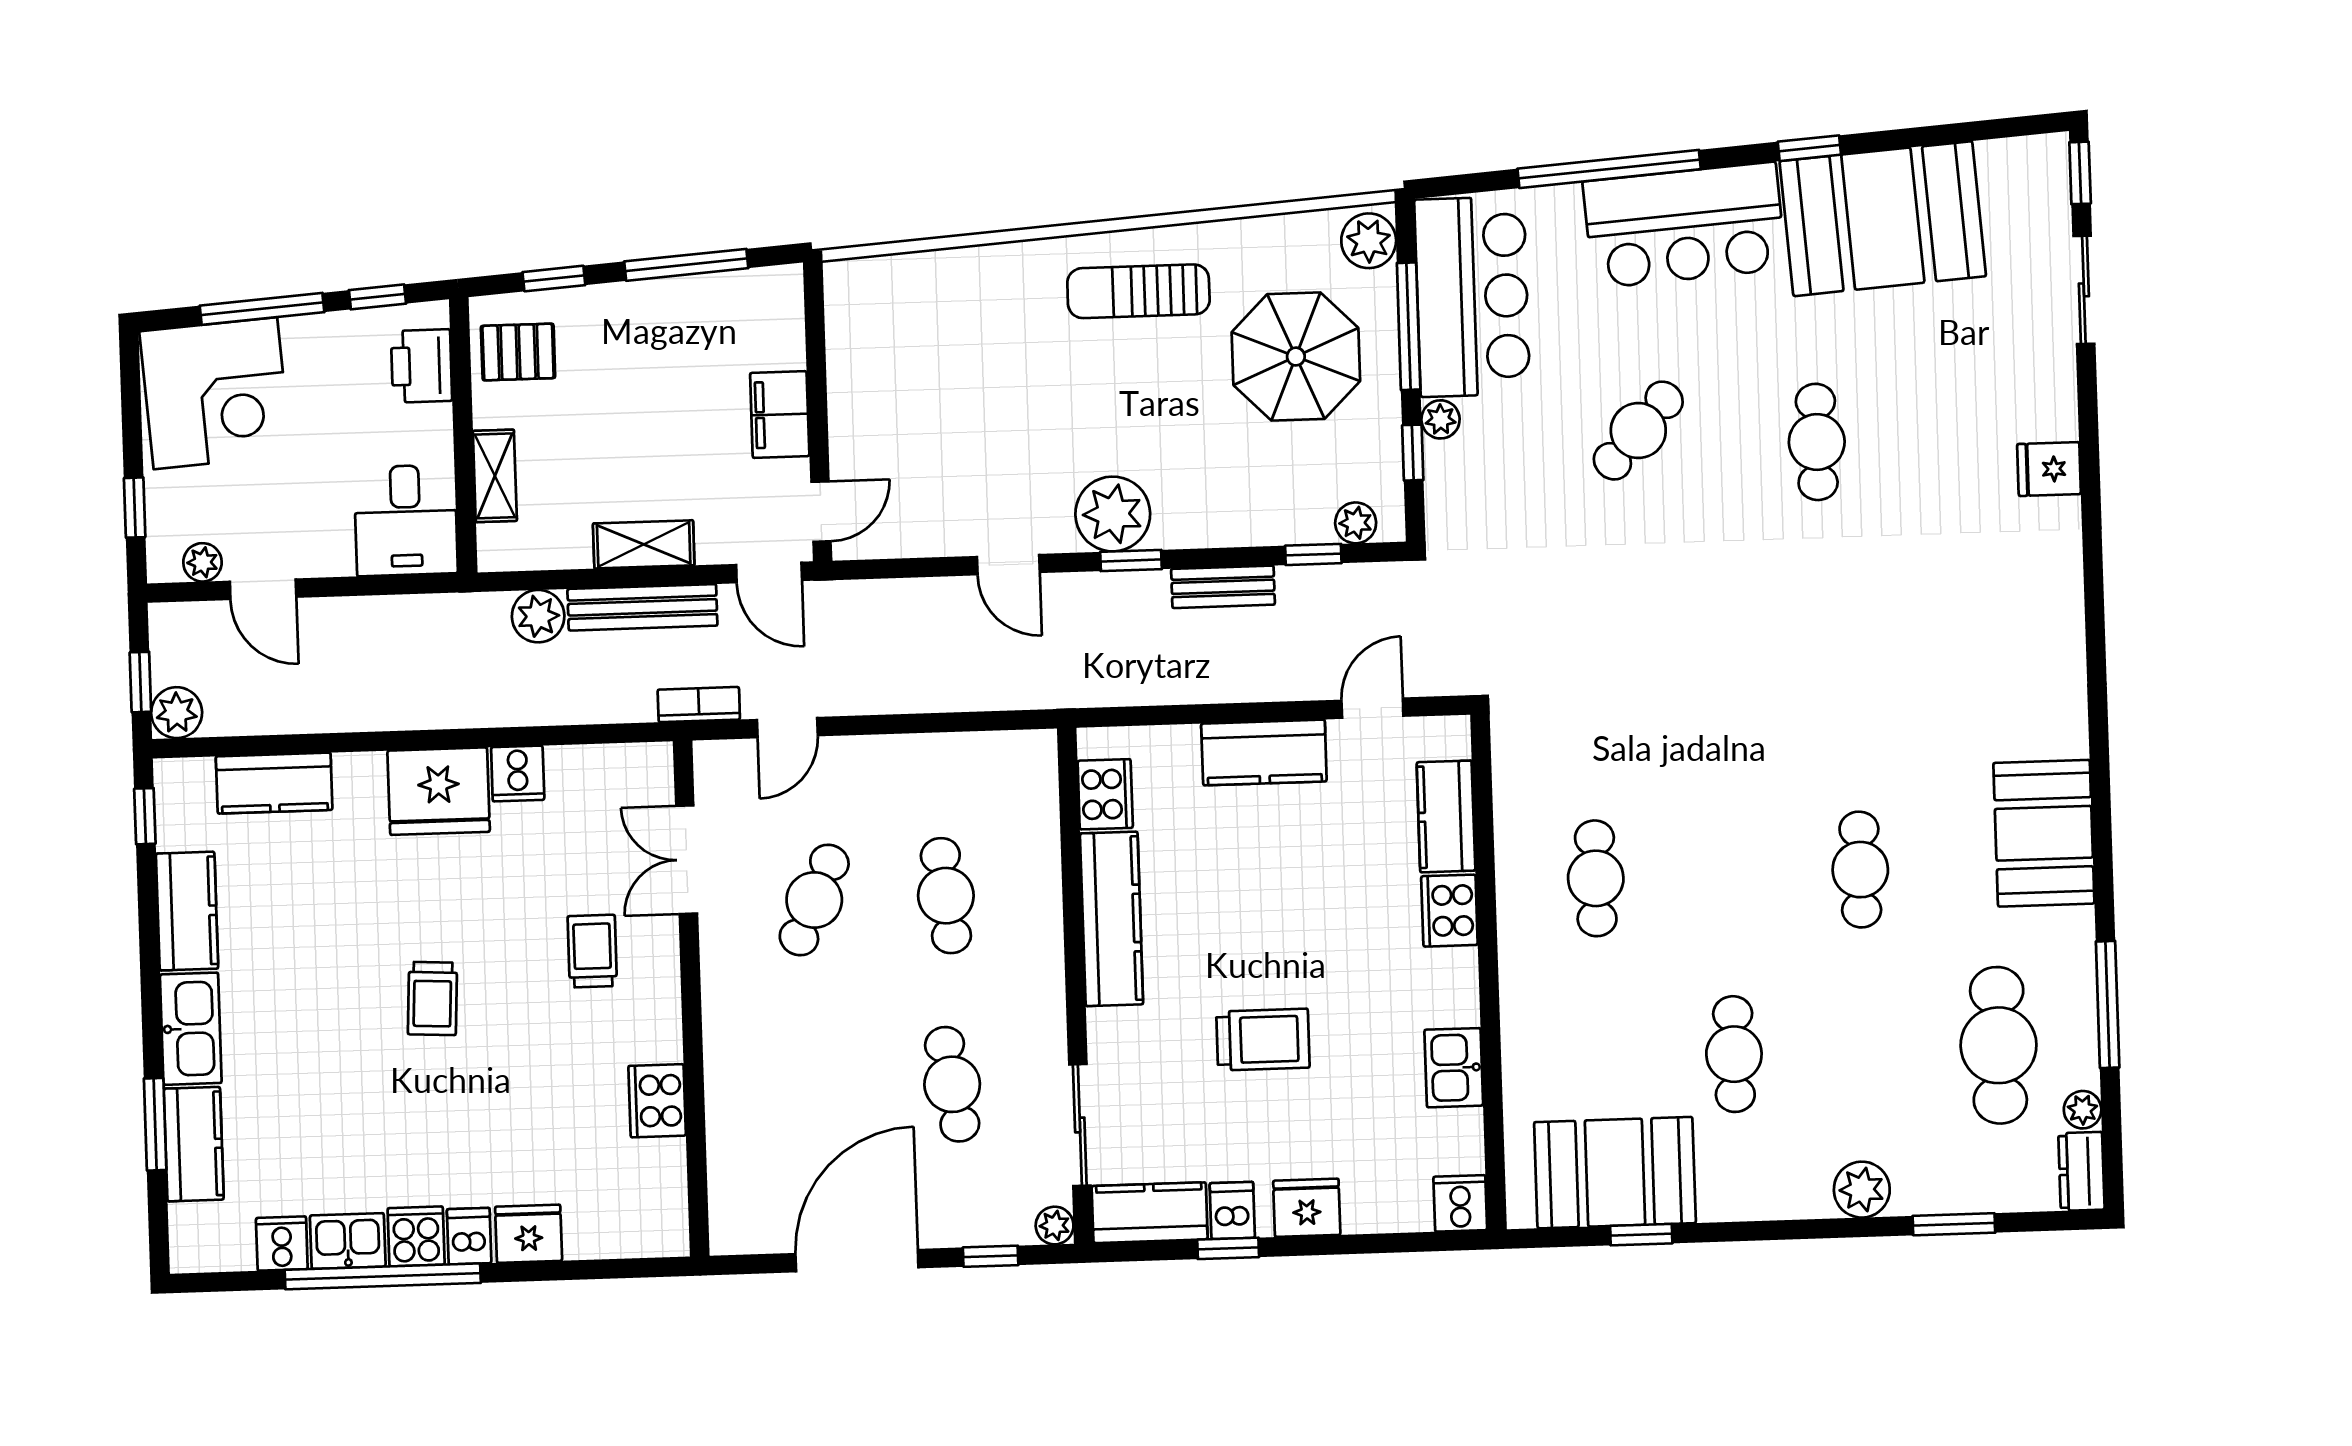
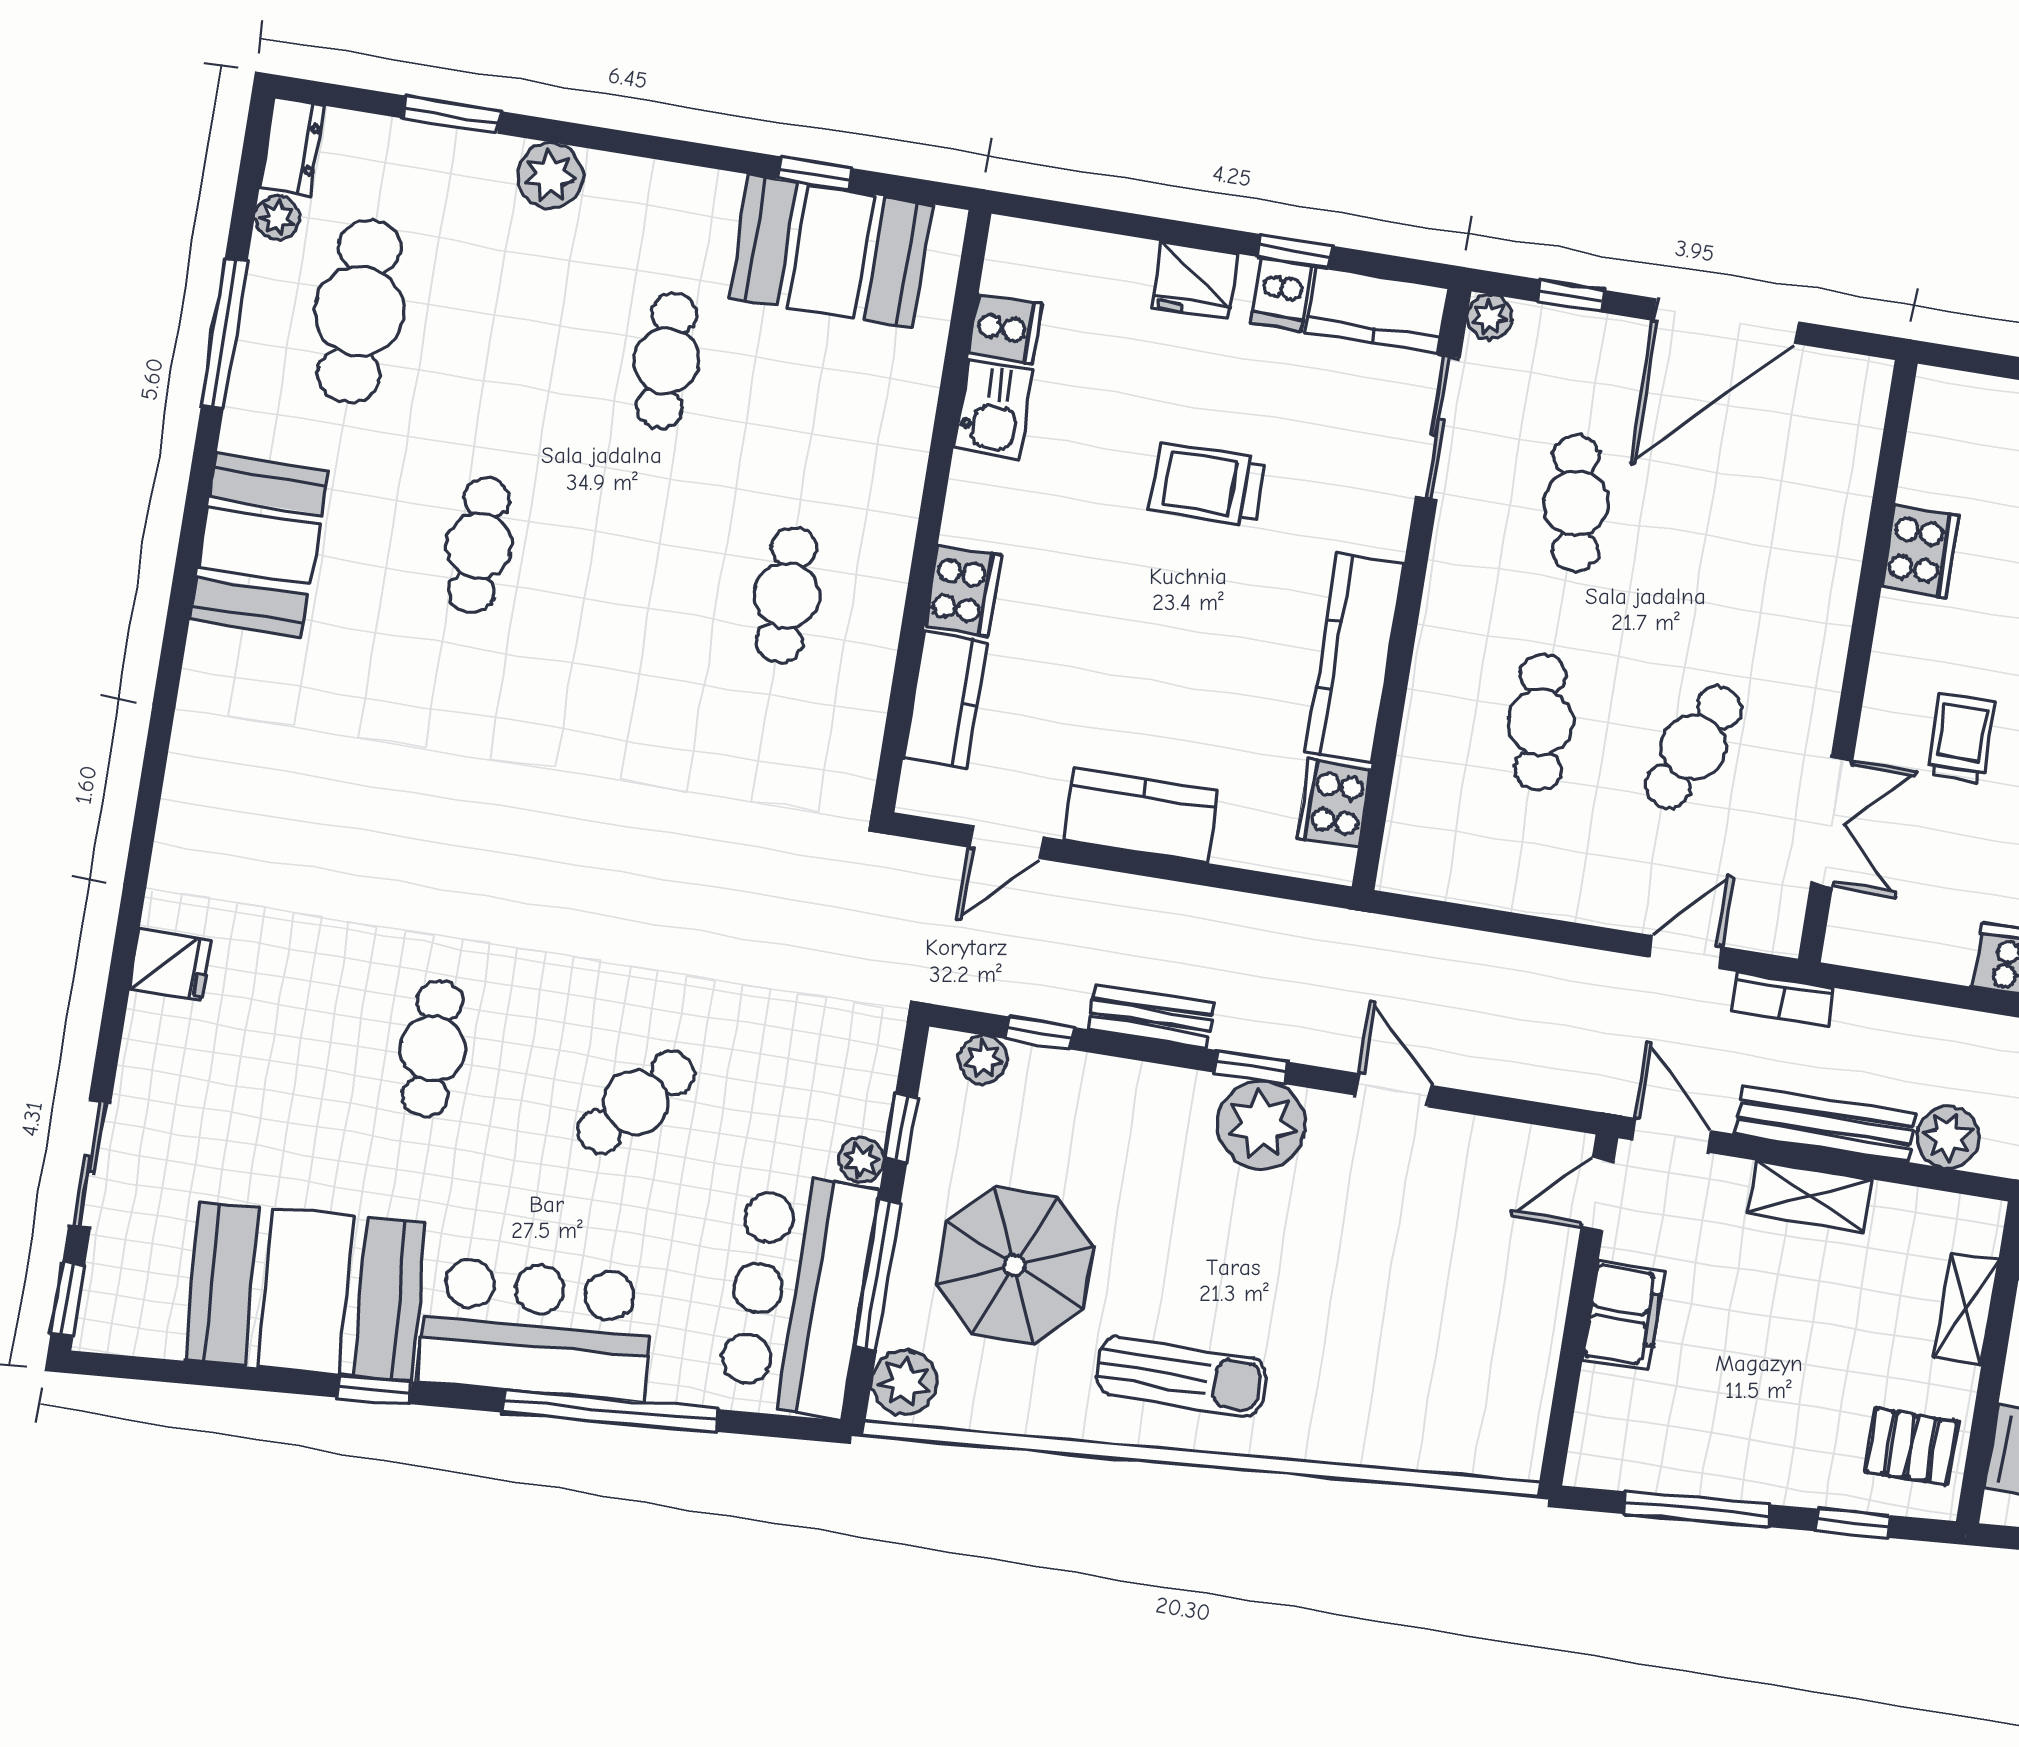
trolley: (592, 951) -> (1961, 738), turned 180
cooker: (1460, 1203) -> (1005, 329), moved, turned -90

